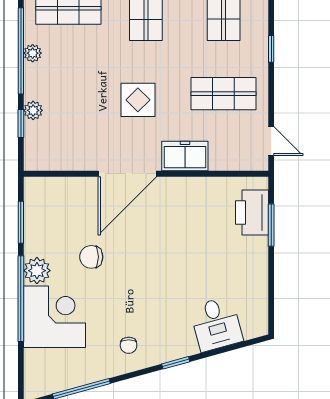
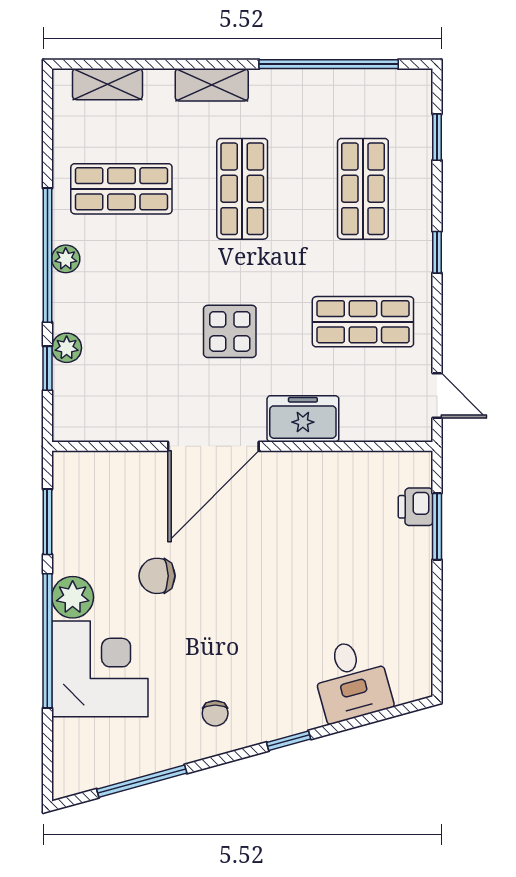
printer: (252, 213) -> (415, 507), width x0.53, depth x0.68

